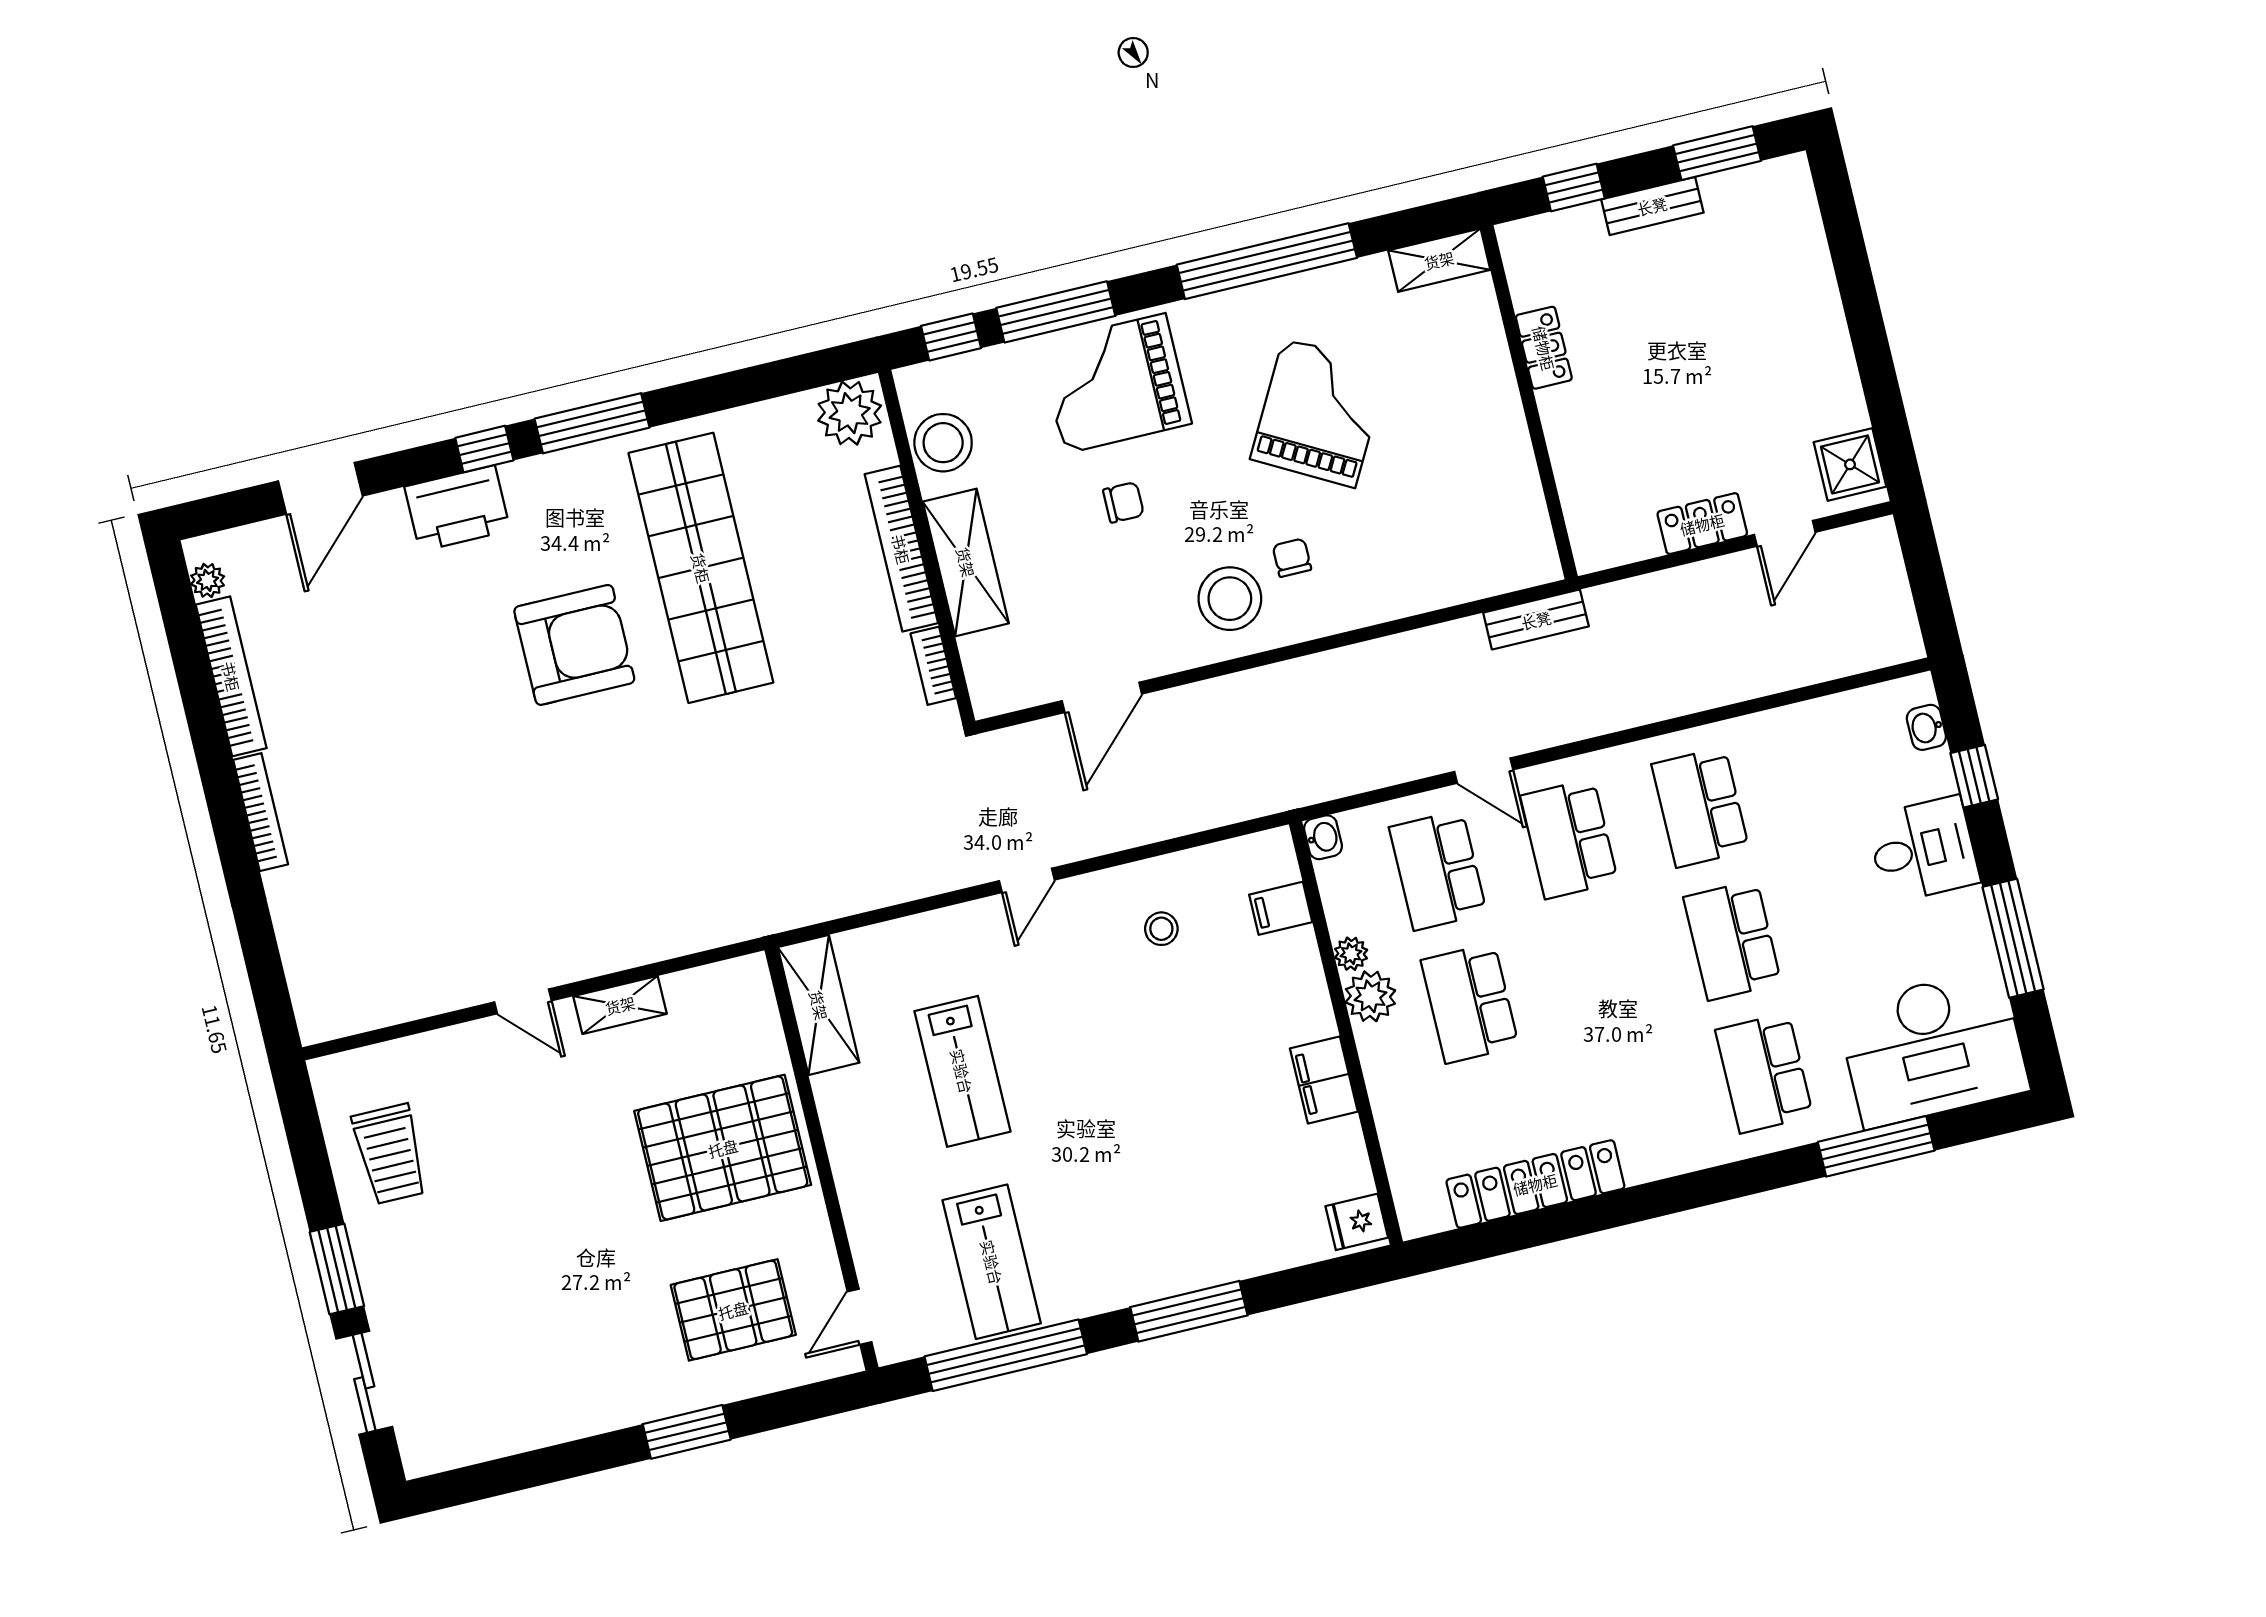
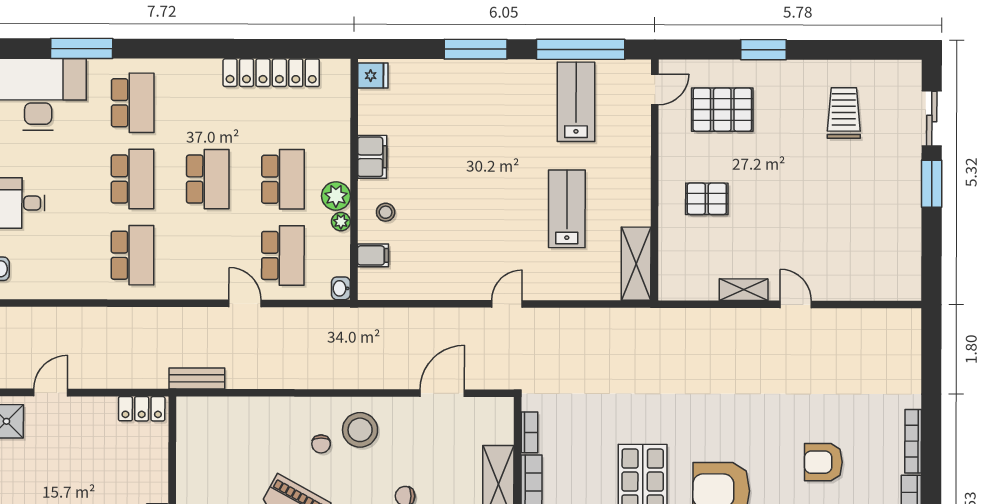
locker: (1702, 524) -> (142, 409), moved
armchair: (408, 738) -> (823, 462), added
school desk: (1569, 839) -> (208, 179), moved
stool: (1161, 929) -> (386, 212), moved
pallet: (723, 1148) -> (707, 199), width x0.49, depth x0.50
trolley: (390, 1154) -> (844, 113), moved

